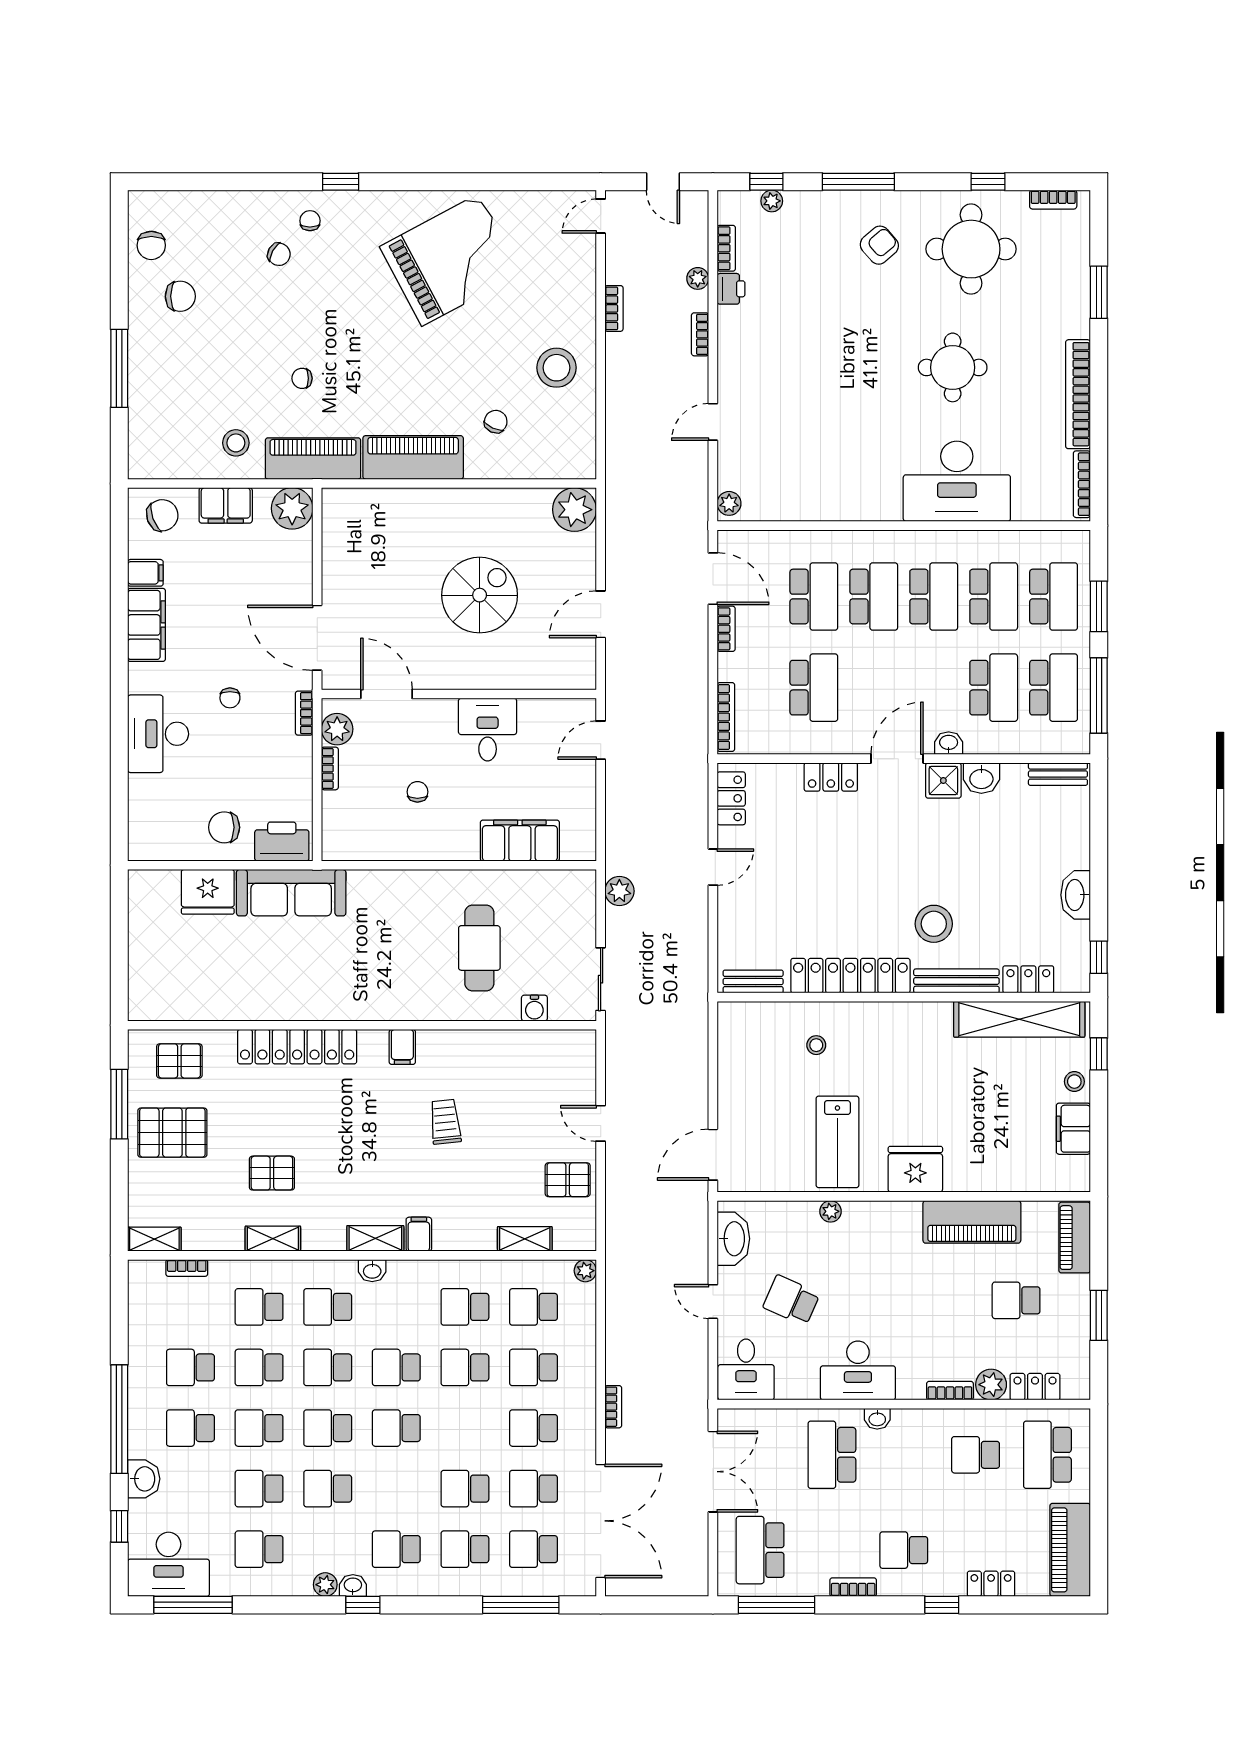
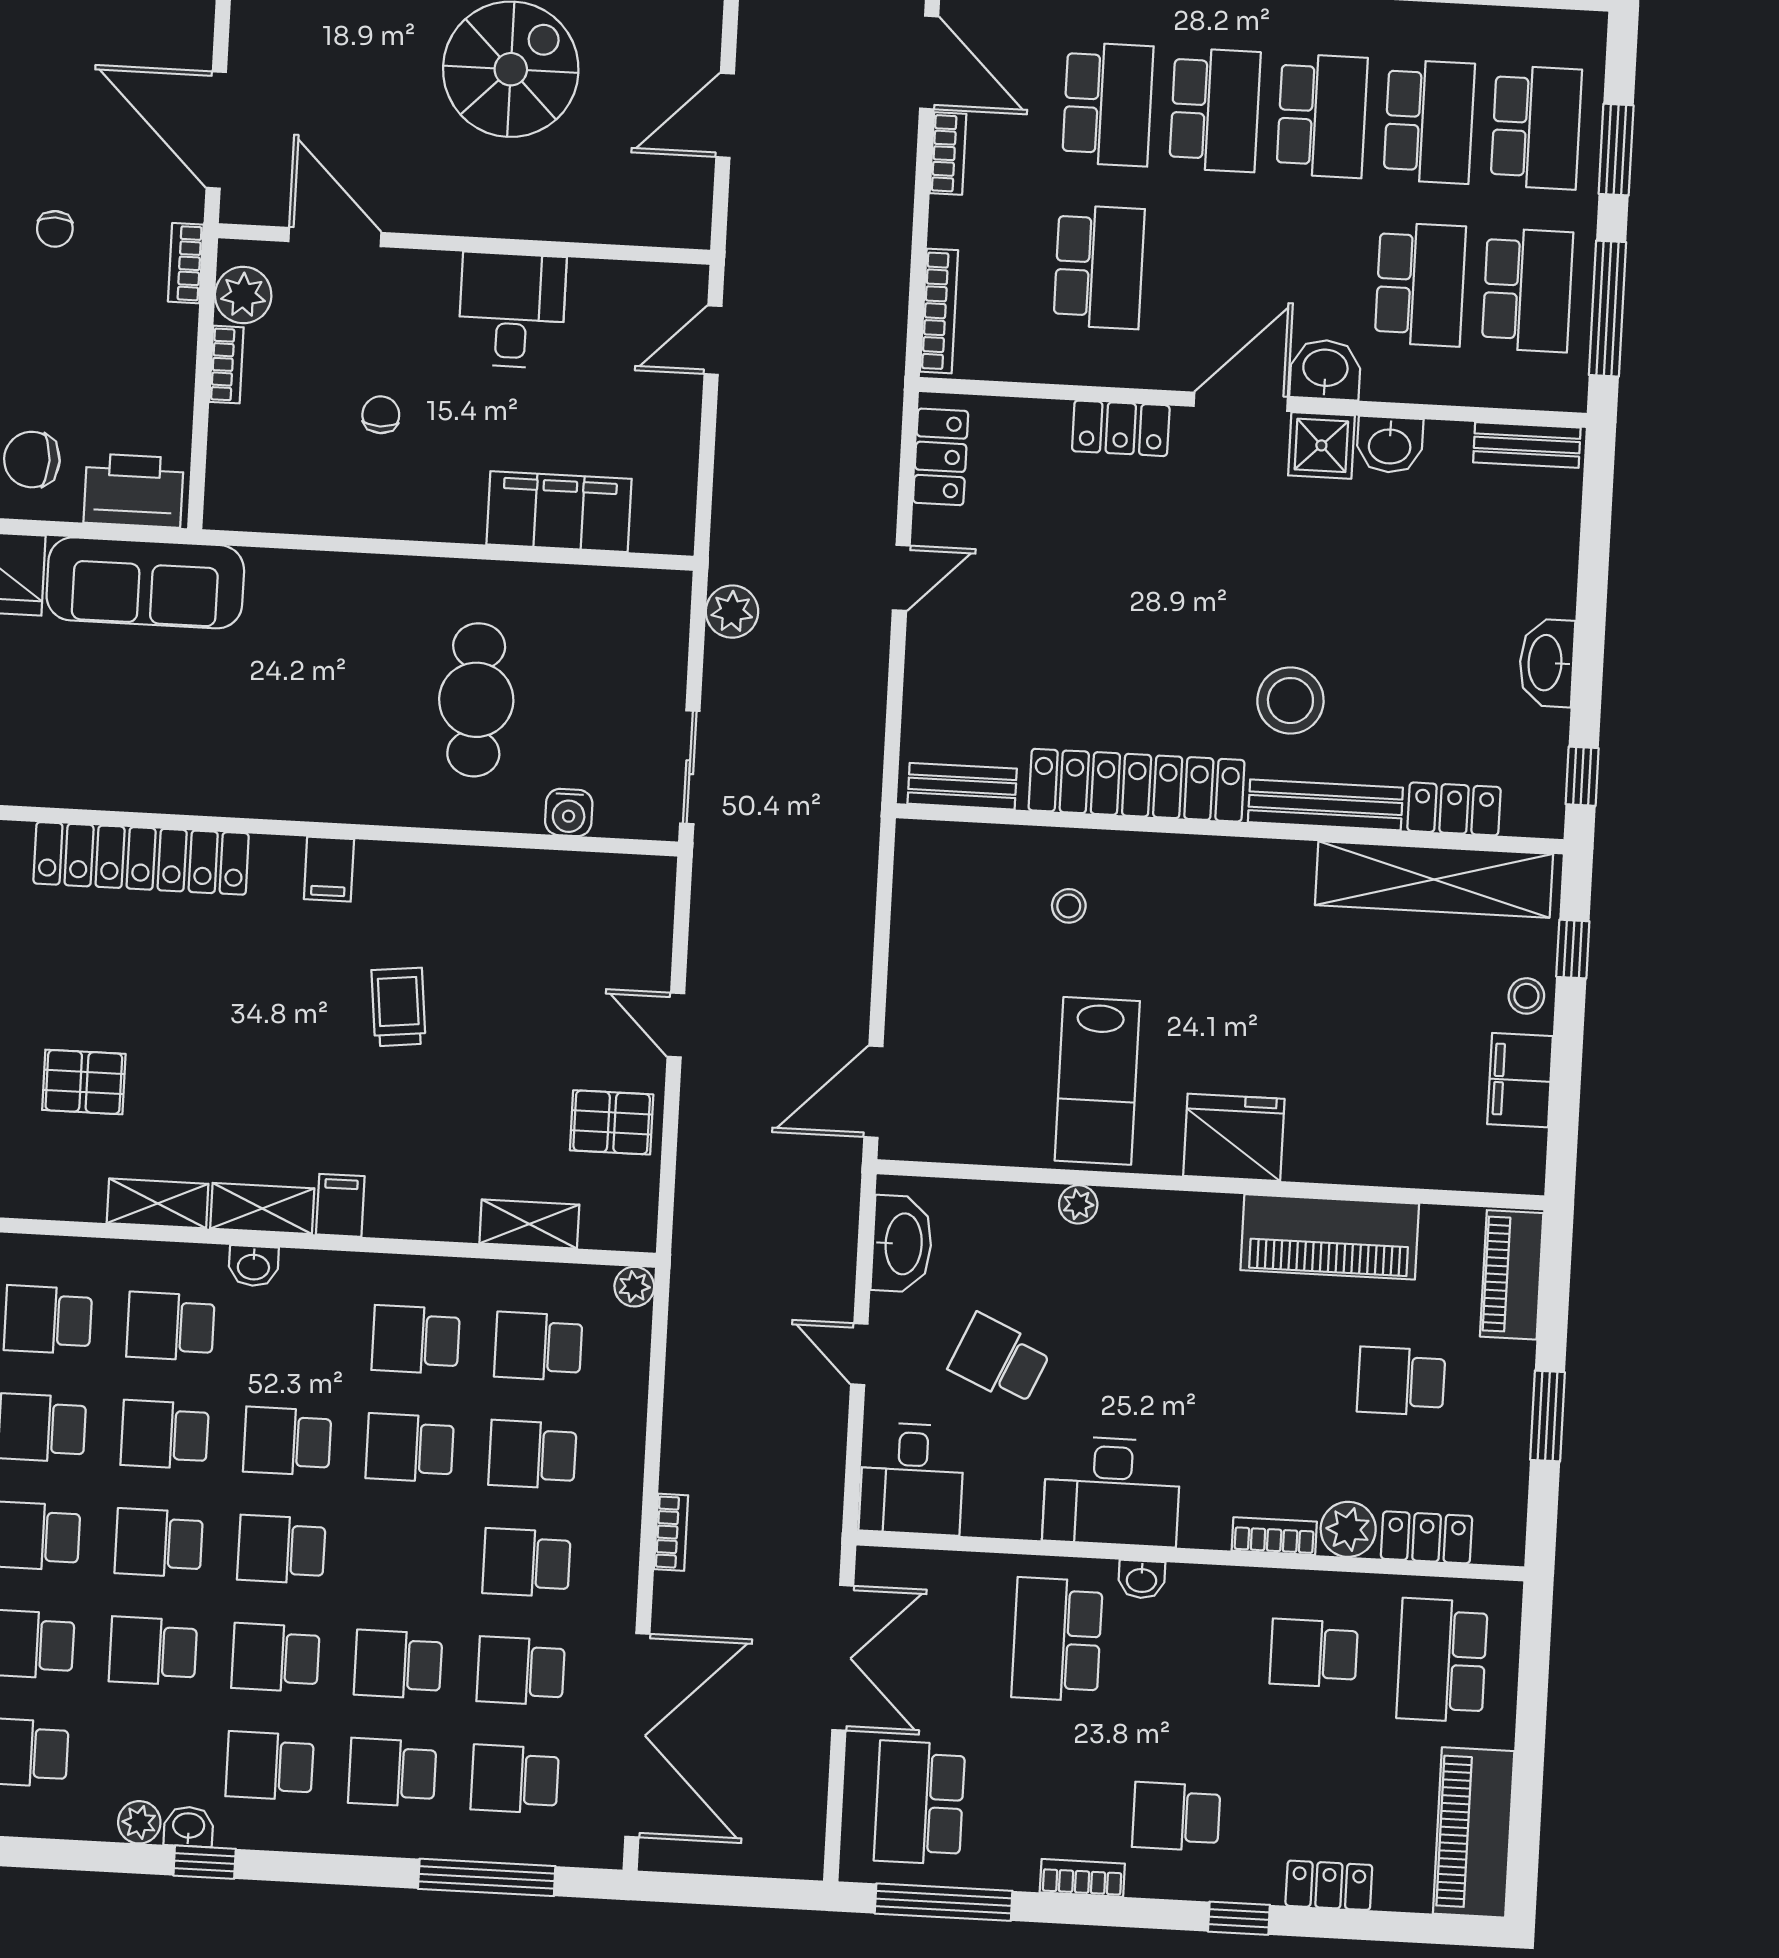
washbasin: (949, 743) -> (1325, 369), width x1.38, depth x1.45
shelving: (273, 1239) -> (158, 1203), moved
school desk: (396, 1489) -> (276, 1658), added

